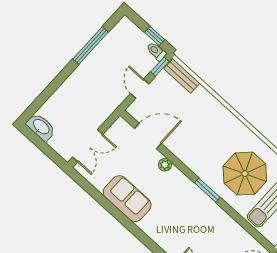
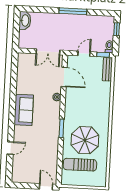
window: (155, 36) -> (117, 29), moved
window: (91, 46) -> (73, 11), moved
double door: (88, 146) -> (48, 52), moved
sofa: (127, 199) -> (24, 110), moved

